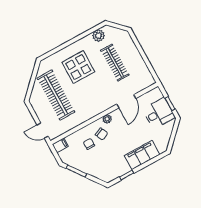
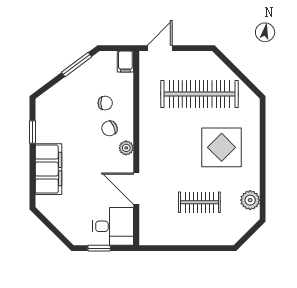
clothes rail: (115, 63) -> (199, 202), width x0.73
desk: (159, 113) -> (113, 226), moved, turned -90

